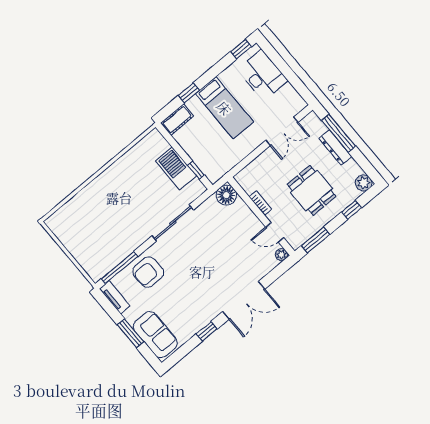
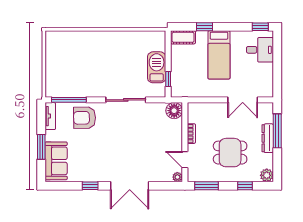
desk: (262, 75) -> (260, 50), width x0.73
dining table: (312, 190) -> (230, 153), turned 90

